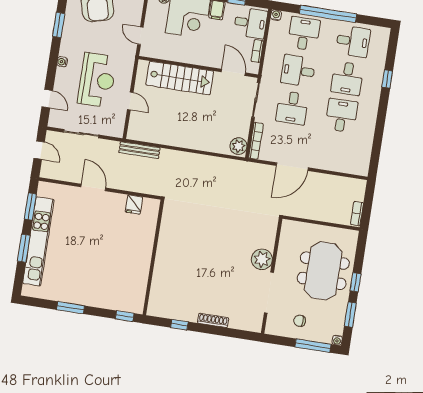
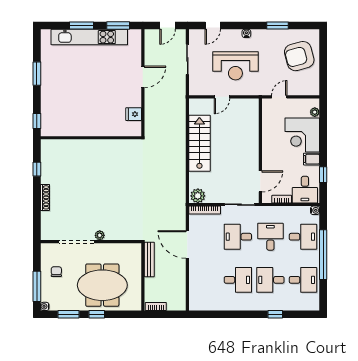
desk: (353, 41) -> (303, 280), turned -90
stairs: (180, 78) -> (199, 143), moved, turned 180
bench: (139, 150) -> (149, 259), moved
plant: (262, 259) -> (100, 235), width x0.53, depth x0.53

